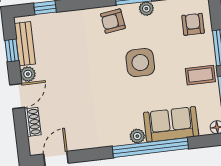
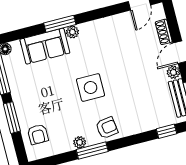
side table: (140, 63) -> (91, 87), moved
coffee table: (200, 75) -> (26, 92), removed
window: (150, 148) -> (60, 24), width x0.47

